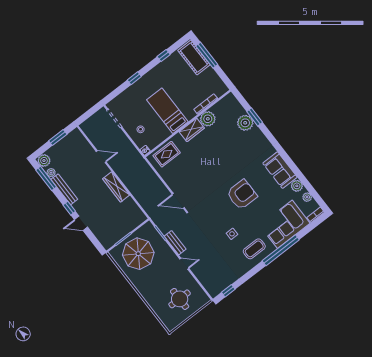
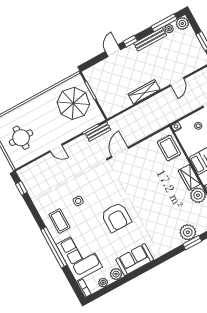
bench: (175, 243) -> (98, 132), moved
door: (184, 264) -> (56, 148), hinge flipped

